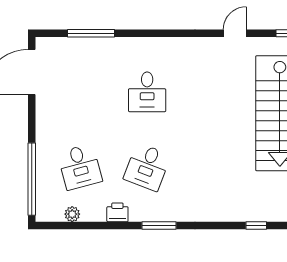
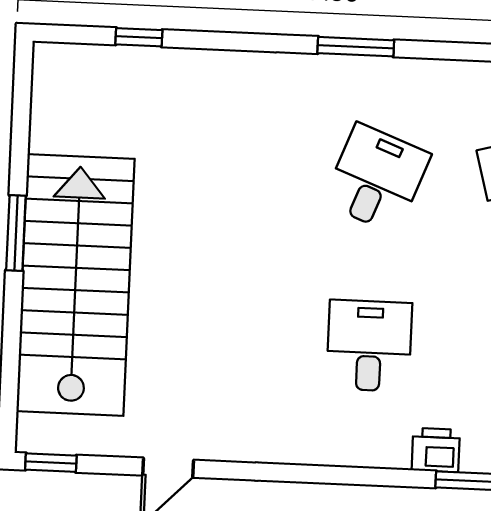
printer: (117, 212) -> (436, 450), moved, turned 180

